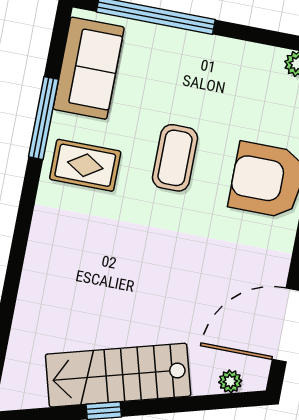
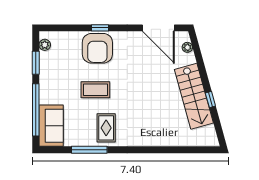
window: (261, 36) -> (36, 63), added
sofa: (89, 68) -> (51, 126), moved, turned 90

